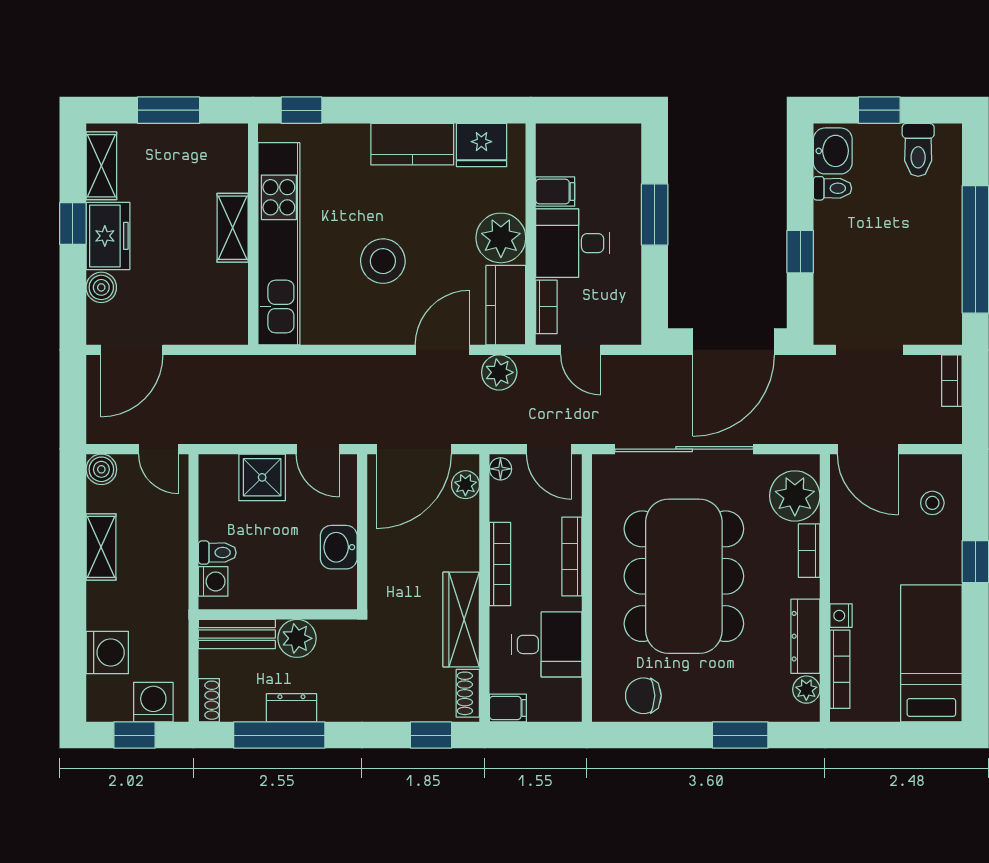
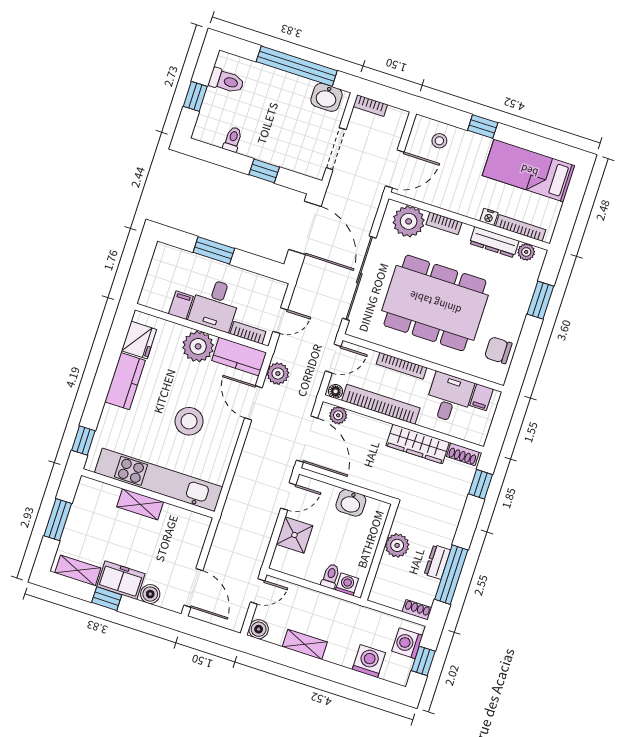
washbasin: (833, 151) -> (326, 97), moved, turned 180
bookcase: (500, 564) -> (381, 404), width x1.48, depth x1.31
bench: (237, 634) -> (383, 580), removed
chair: (643, 696) -> (498, 350), turned 90
filing cabinet: (508, 708) -> (481, 397), moved, turned 180

